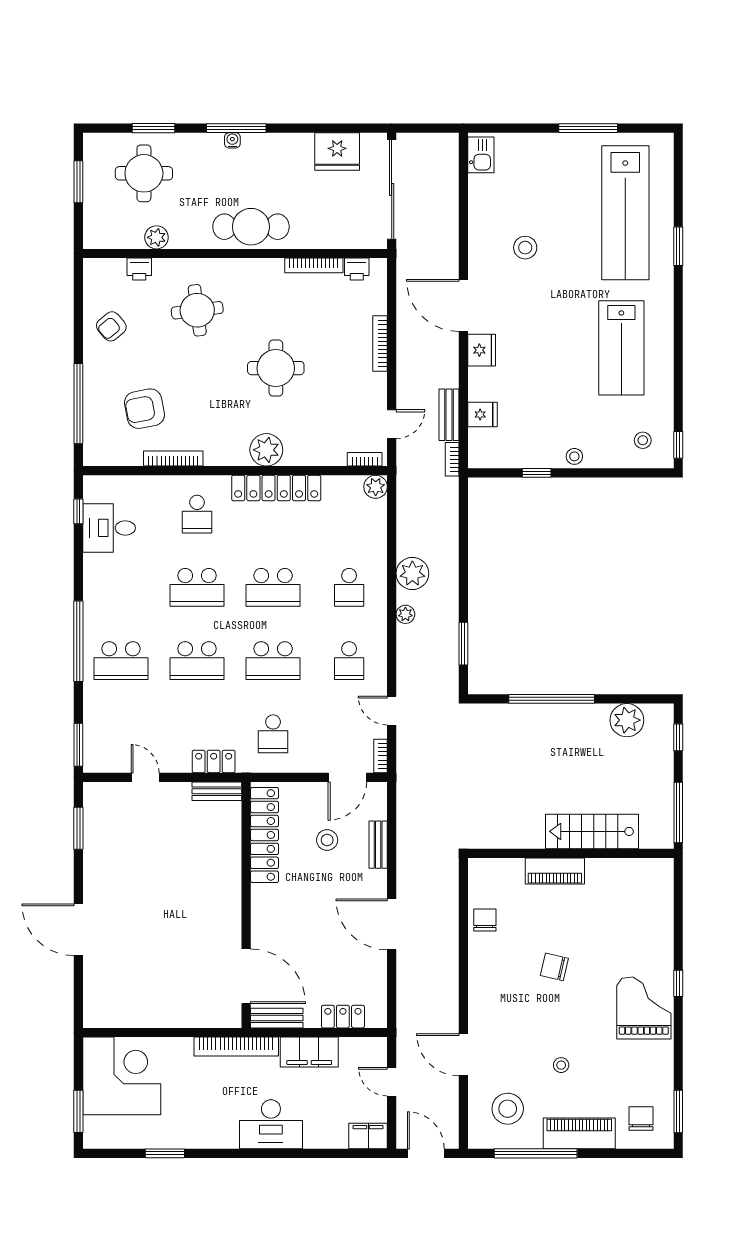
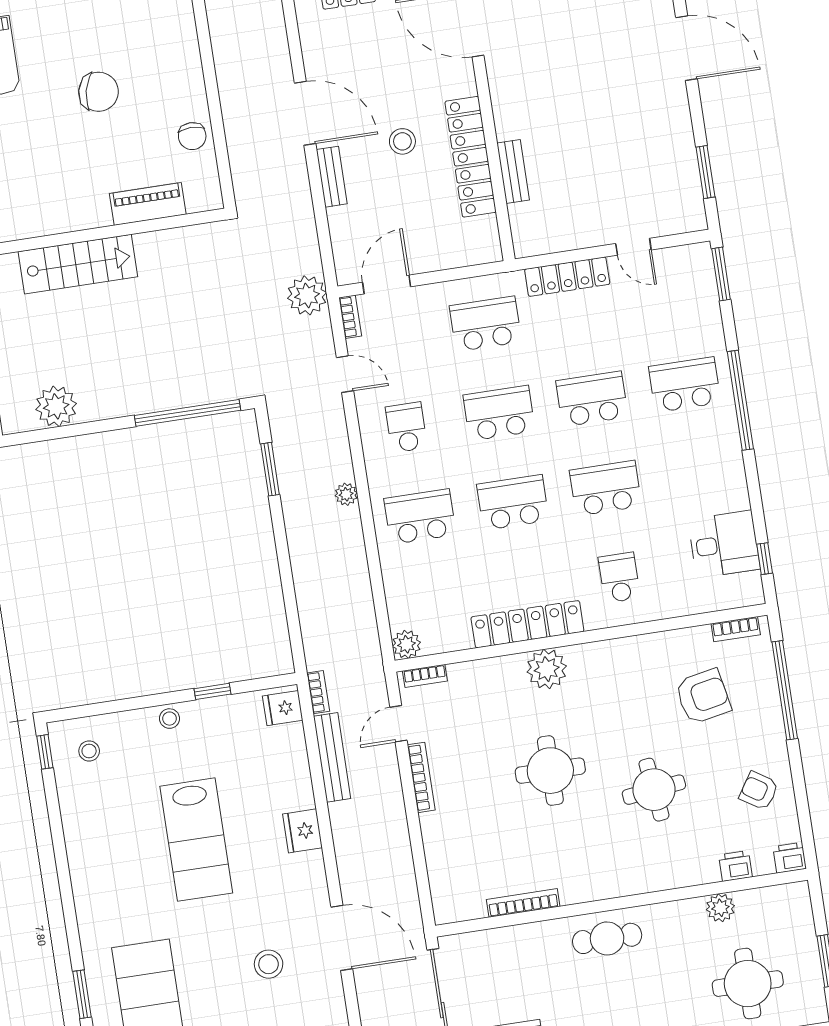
cafe table: (251, 227) -> (607, 938), width x0.73, depth x0.74
printer: (357, 269) -> (790, 858), moved
door: (463, 305) -> (342, 938), moved
round table: (197, 310) -> (654, 790), moved
armchair: (111, 326) -> (759, 791), turned -107
bookcase: (380, 343) -> (421, 777), moved
lab bench: (621, 348) -> (196, 840), moved, turned 180
fridge: (482, 414) -> (283, 708), moved
bench: (449, 415) -> (332, 757), width x1.36
bookcase: (173, 459) -> (736, 629), moved, width x0.64
plant: (412, 573) -> (307, 295), moved
school desk: (349, 587) -> (420, 517), width x1.85
window: (552, 699) -> (188, 413), moved
school desk: (273, 734) -> (485, 324), width x1.85
locker: (214, 761) -> (567, 277), width x1.53
bench: (217, 791) -> (513, 172), moved, turned 90
locker: (264, 835) -> (471, 157), moved
stool: (327, 840) -> (402, 141), moved
bench: (378, 845) -> (332, 177), moved
piano: (555, 871) -> (148, 204), moved
chair: (554, 967) -> (99, 92), width x1.37, depth x1.37

